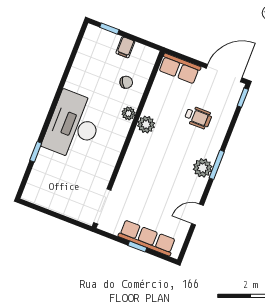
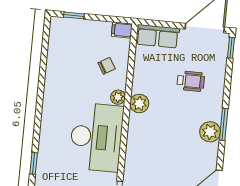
filing cabinet: (125, 47) -> (122, 30), moved, turned 90
desk: (73, 126) -> (96, 137), moved, turned 180

